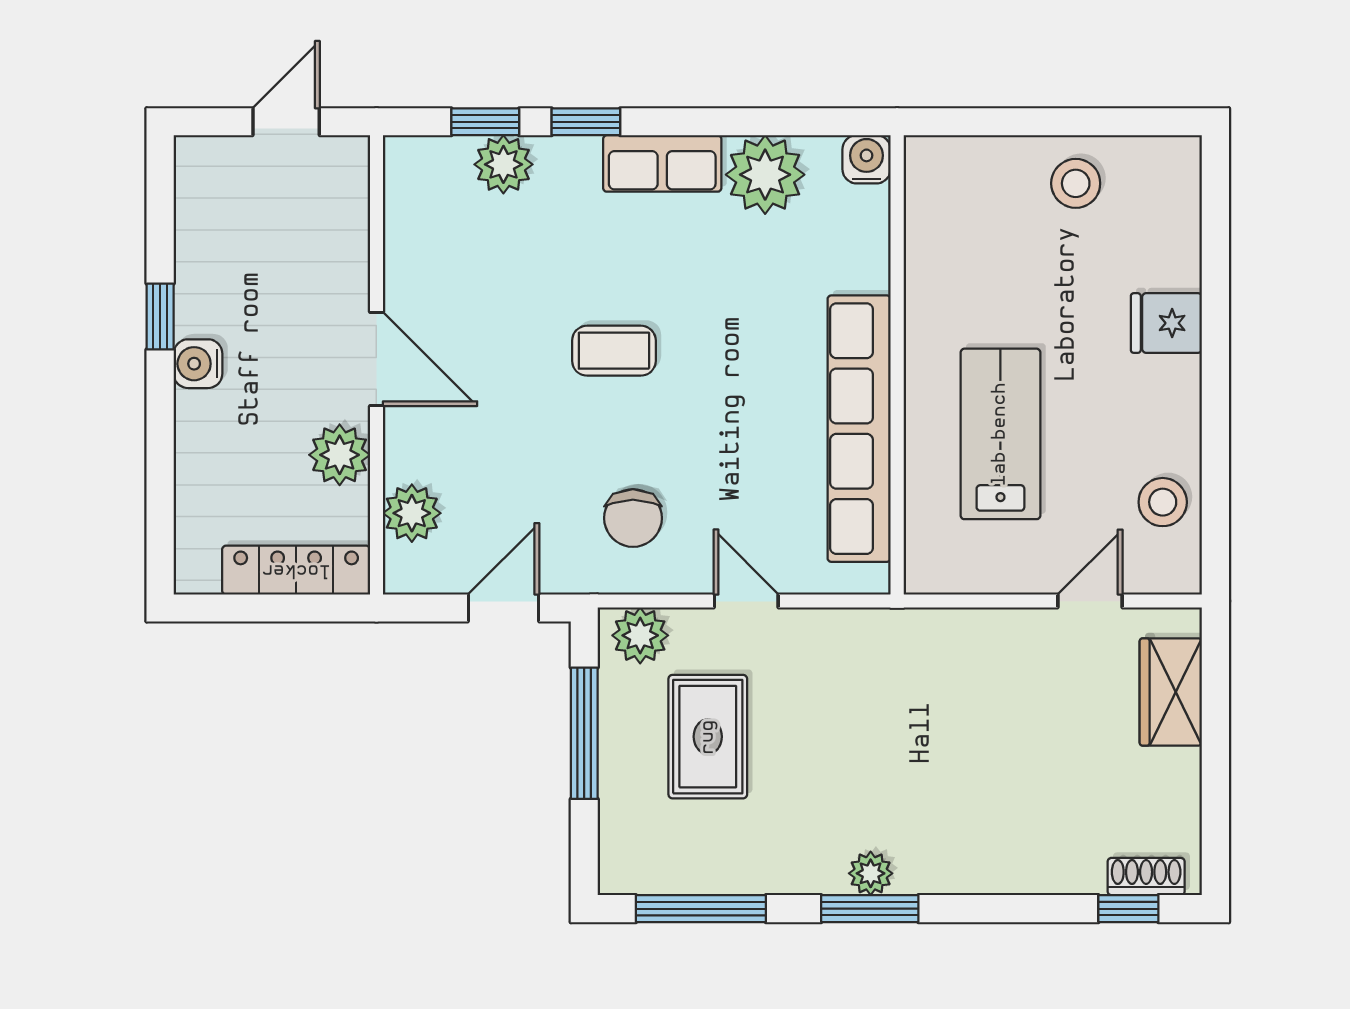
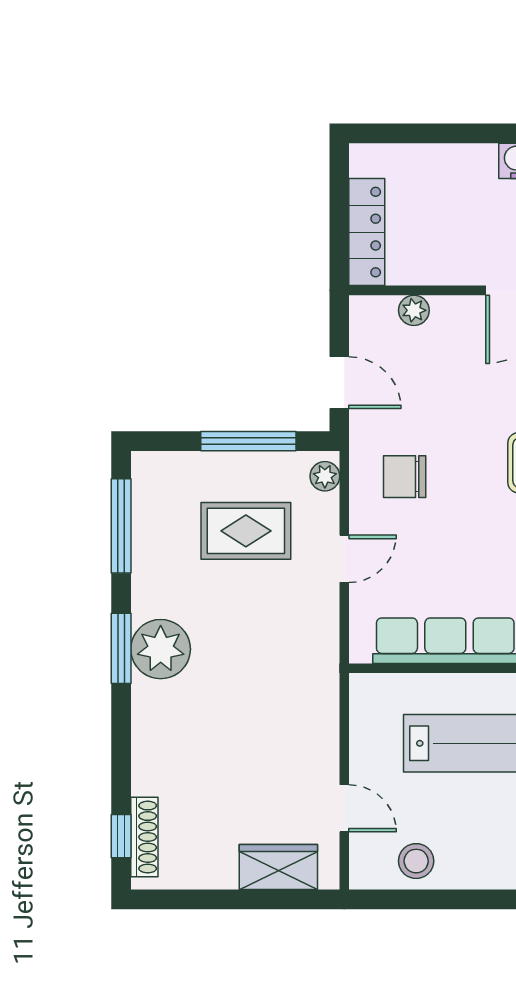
plant: (340, 455) -> (450, 264), removed
plant: (412, 513) -> (414, 310), width x0.73, depth x0.73
plant: (640, 635) -> (325, 476), width x0.73, depth x0.73
plant: (871, 873) -> (161, 649), width x1.88, depth x1.88
shoe rack: (1146, 877) -> (144, 837), width x1.43

